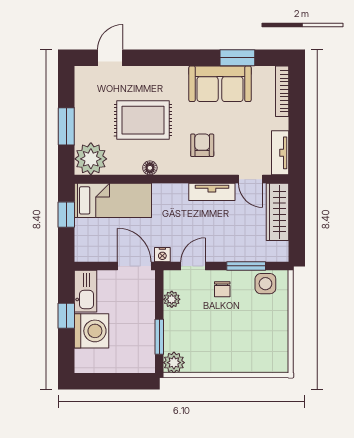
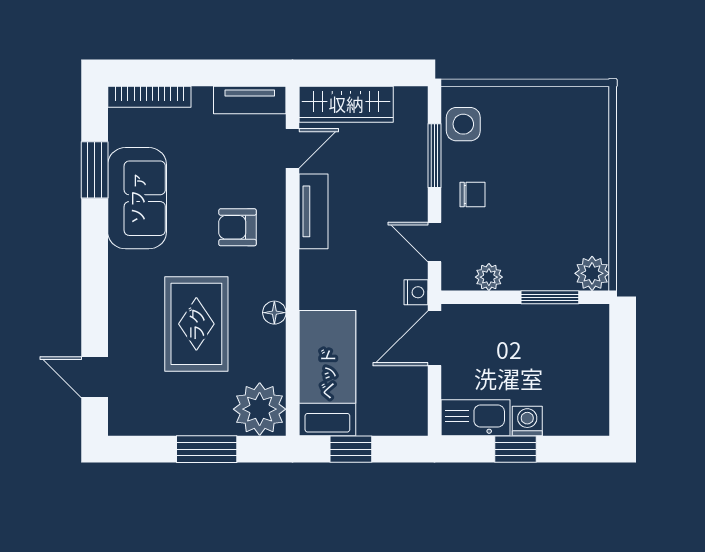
washing machine: (92, 331) -> (527, 421), width x0.53, depth x0.53

